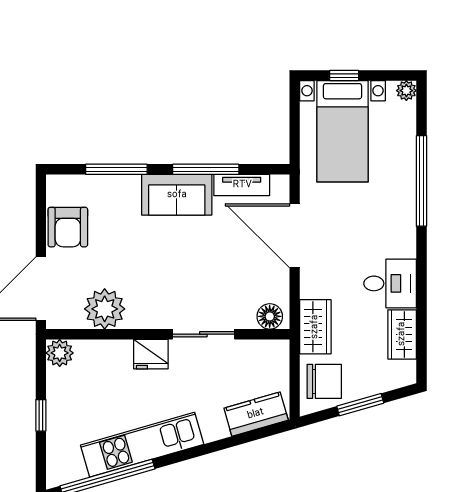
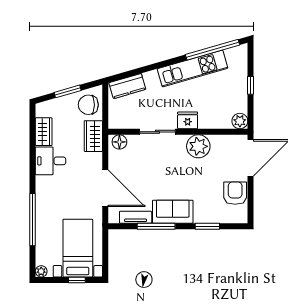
window: (116, 169) -> (207, 226), width x0.69
plant: (105, 309) -> (198, 146), moved

